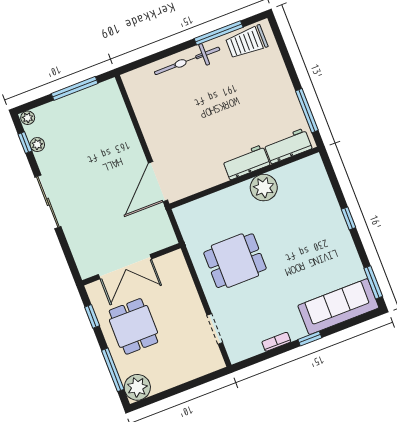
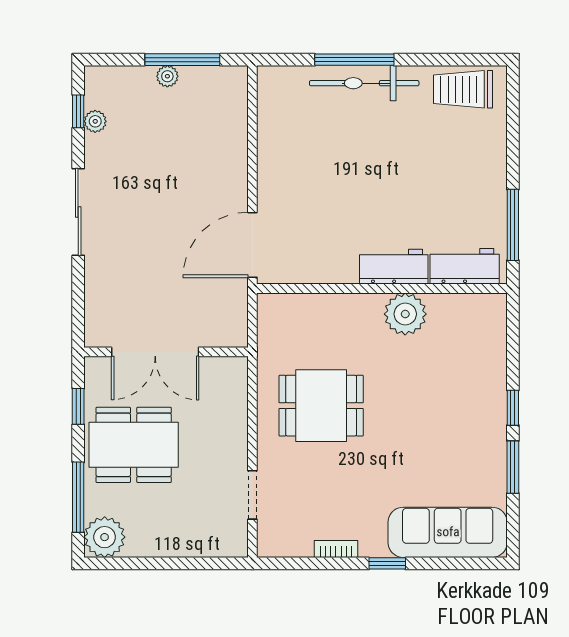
window: (219, 33) -> (354, 60), moved
plant: (28, 118) -> (167, 76), moved
window: (373, 282) -> (513, 467), moved
dining table: (133, 326) -> (134, 445), width x1.38

